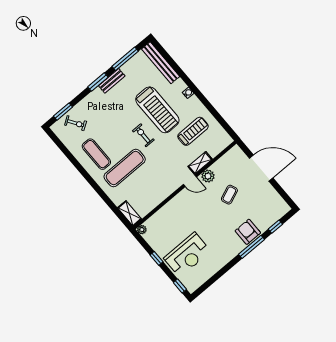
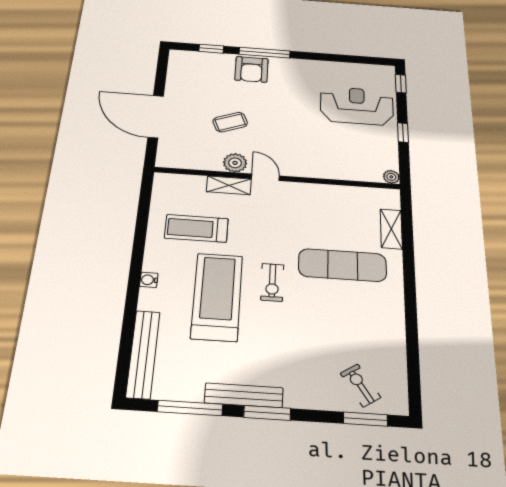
bench: (112, 81) -> (244, 395), width x1.36
exercise mat: (96, 154) -> (368, 317), removed
shelving: (129, 213) -> (391, 229), moved

